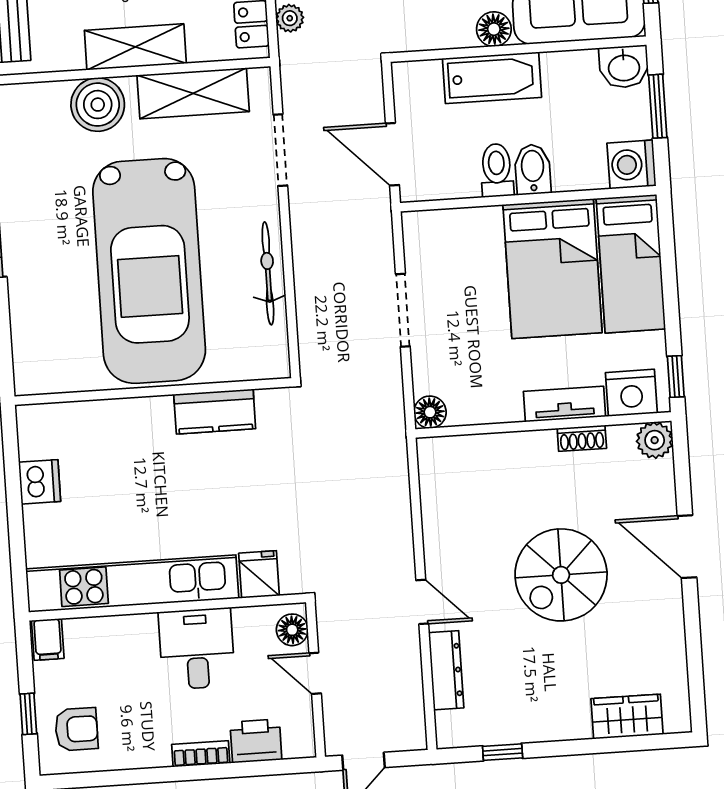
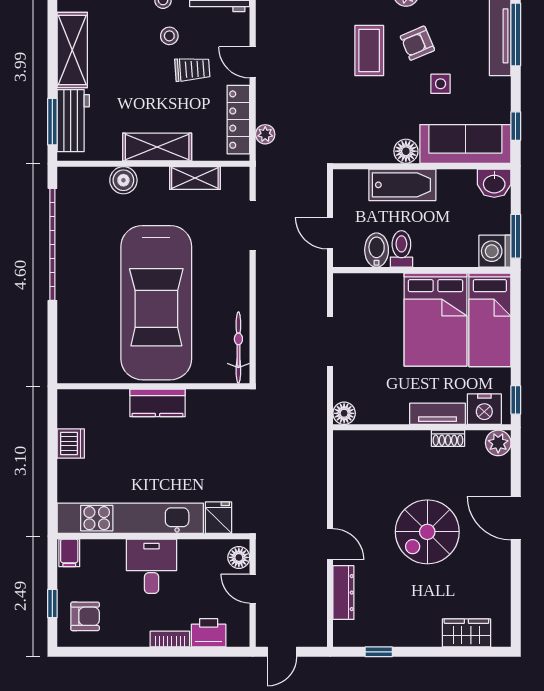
shelving: (193, 93) -> (195, 178), width x0.67, depth x0.75
boiler: (98, 105) -> (123, 180), width x0.73, depth x0.73
window: (658, 106) -> (516, 236), moved
door: (392, 154) -> (330, 233), width x0.73
bidet: (533, 169) -> (377, 250), moved
bicycle: (268, 273) -> (238, 348), moved
kitchen counter: (215, 412) -> (158, 403), moved
desk: (197, 649) -> (152, 566), moved

